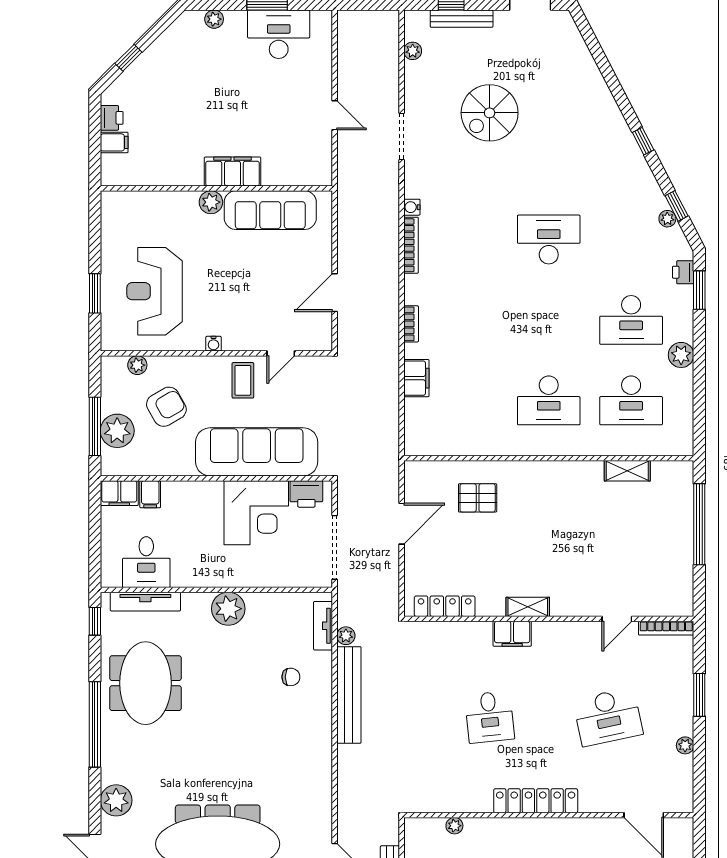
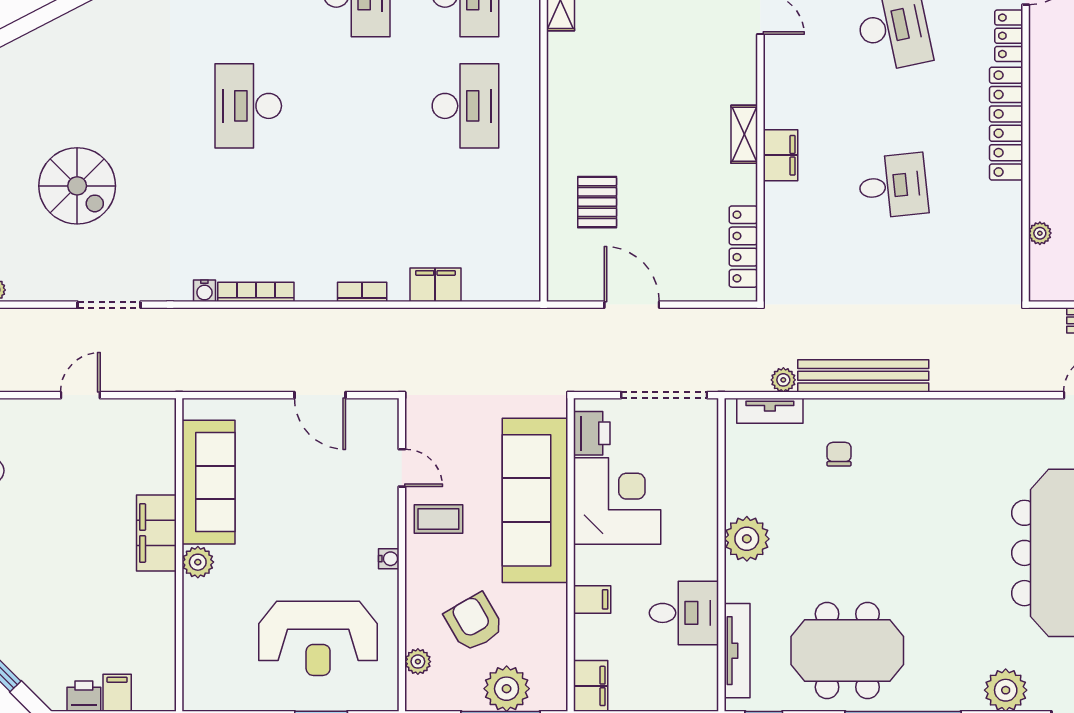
filing cabinet: (150, 494) -> (592, 599), moved
desk: (146, 562) -> (684, 613), moved
locker: (601, 803) -> (1009, 36), added

